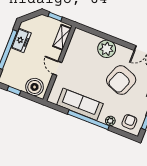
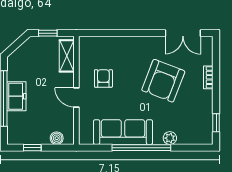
freezer: (21, 40) -> (16, 96), moved
plant: (107, 49) -> (129, 48), removed
boiler: (35, 87) -> (57, 138), width x0.54, depth x0.54
armchair: (129, 122) -> (103, 78), moved

